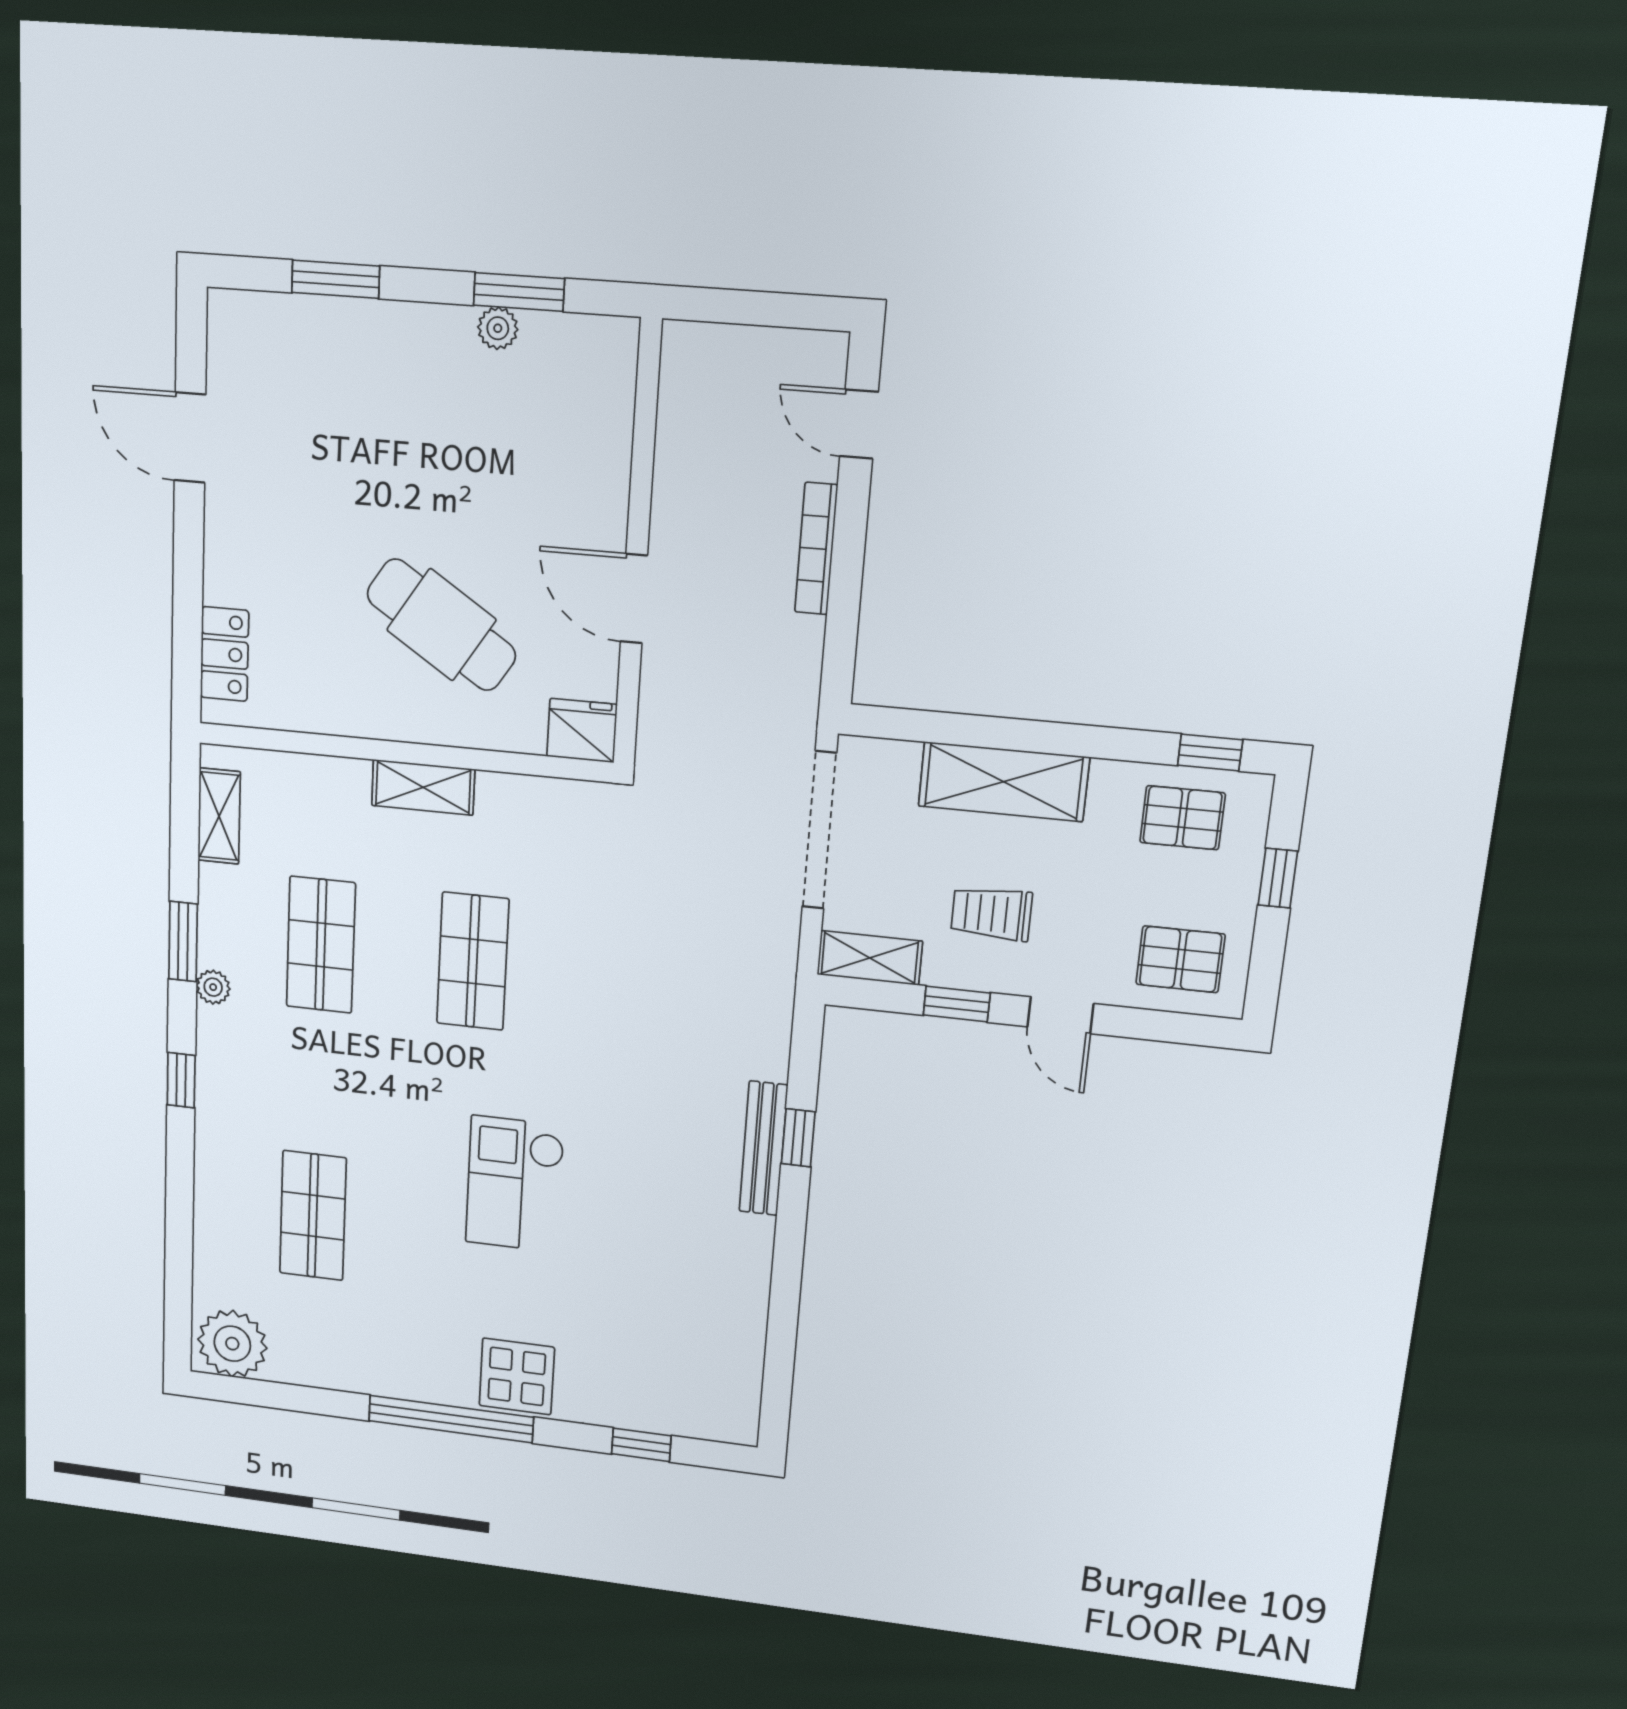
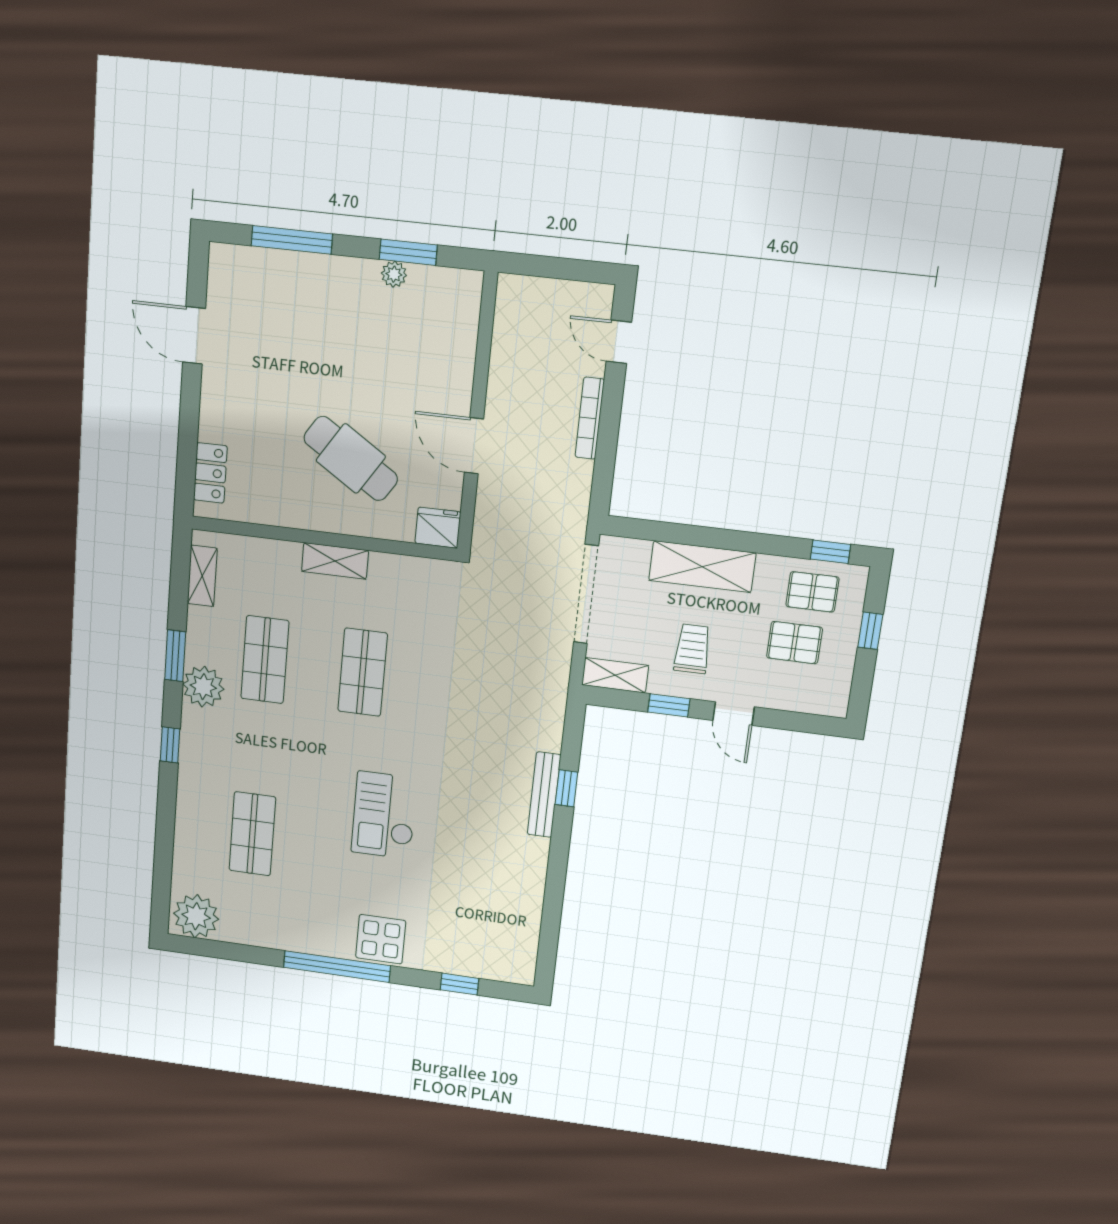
window: (336, 279) -> (292, 240), width x1.44
trolley: (991, 913) -> (692, 649), turned 90
pallet: (1180, 959) -> (794, 643), moved
plant: (213, 987) -> (203, 687), width x1.87, depth x1.87

